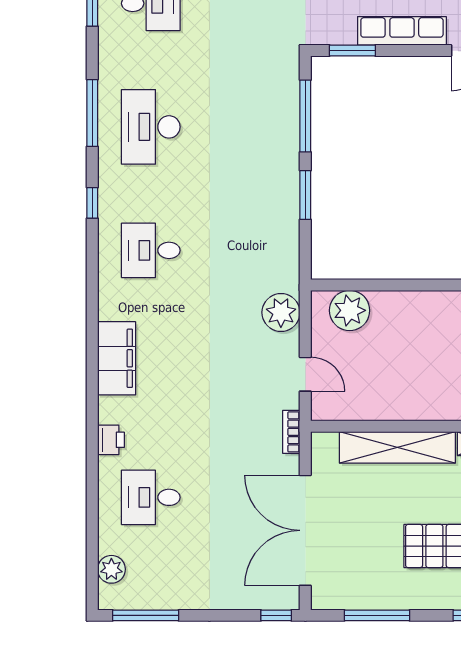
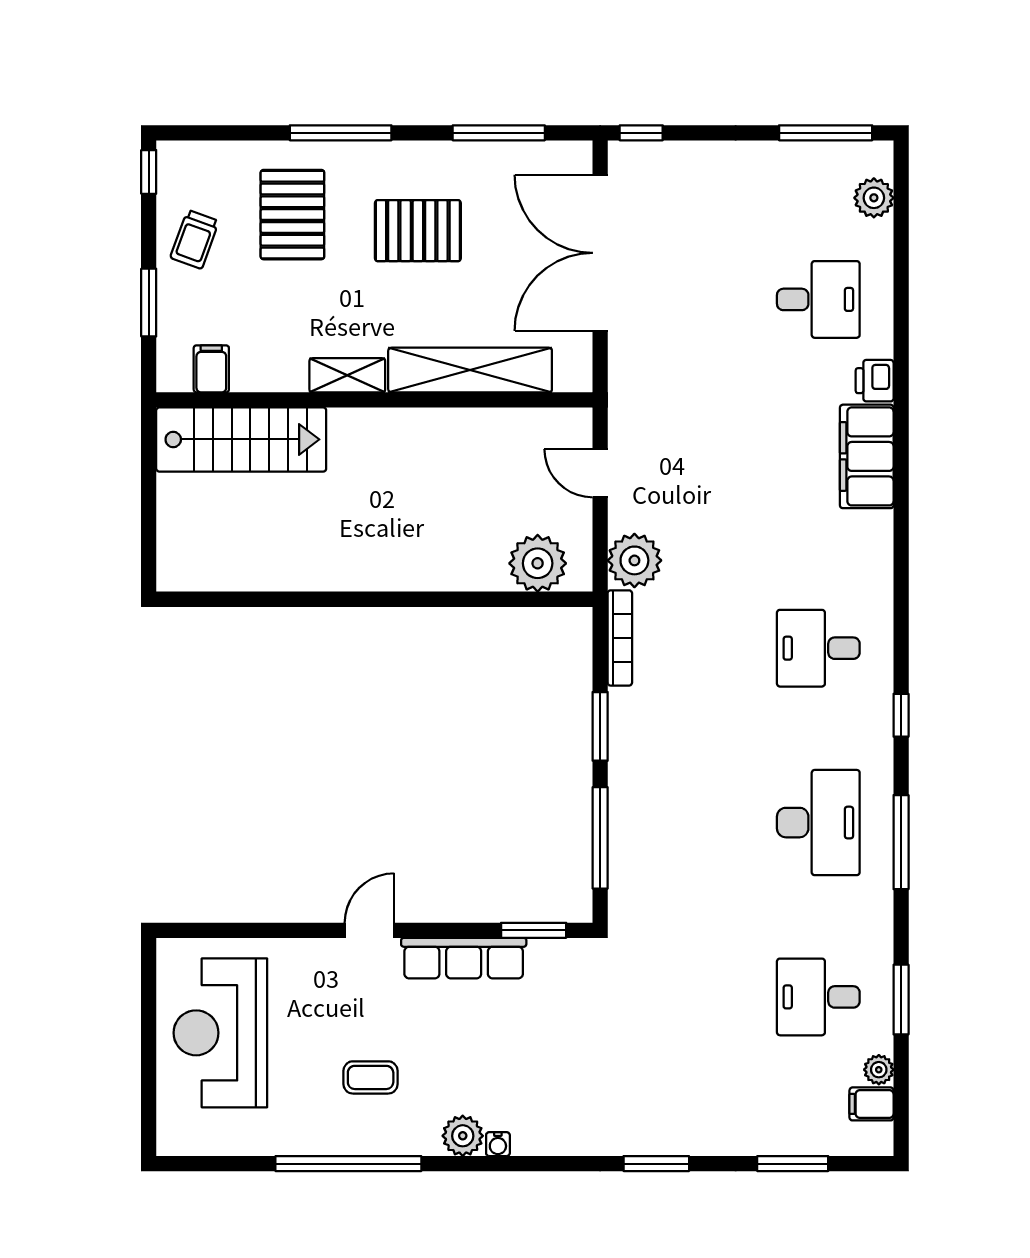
desk: (151, 250) -> (818, 648), turned 180
filing cabinet: (117, 358) -> (867, 456), moved
bookcase: (291, 432) -> (620, 638), moved, width x1.56
double door: (305, 530) -> (600, 253), swing flipped

